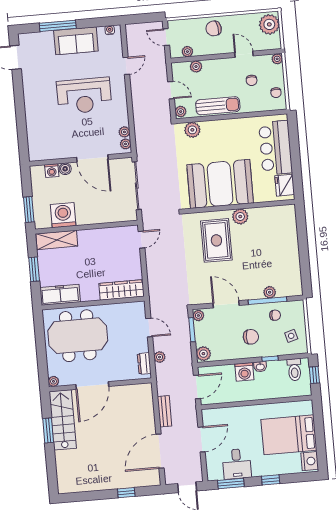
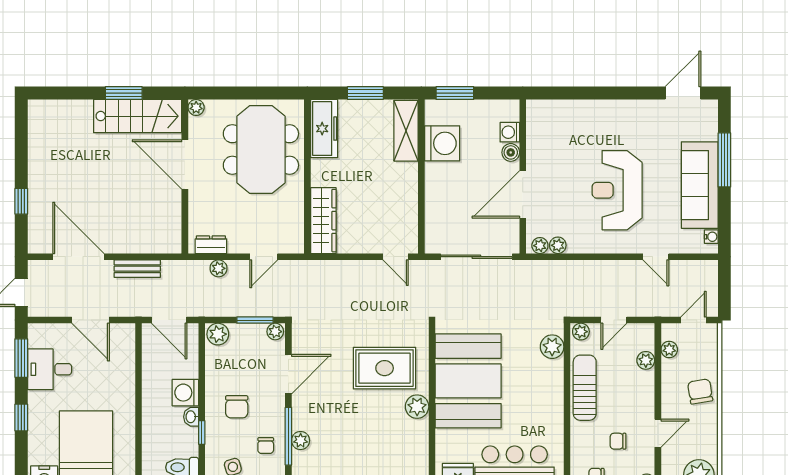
sofa: (76, 41) -> (700, 185), width x1.36
sun lounger: (218, 106) -> (585, 388), turned 180

